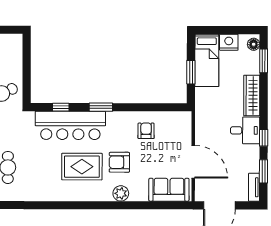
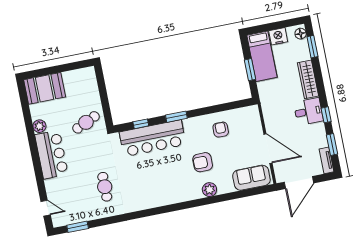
rug: (82, 167) -> (170, 173), removed

